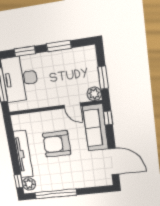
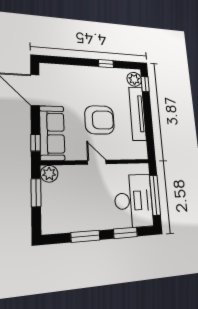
door: (72, 106) -> (97, 162), moved
window: (56, 194) -> (106, 64), width x0.32

